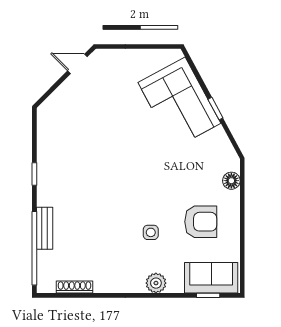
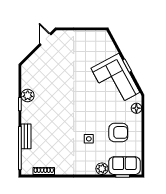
door: (77, 64) -> (45, 39), hinge flipped
corner sofa: (179, 103) -> (115, 80), moved
plant: (47, 159) -> (28, 96), added
plant: (156, 283) -> (102, 169), moved

